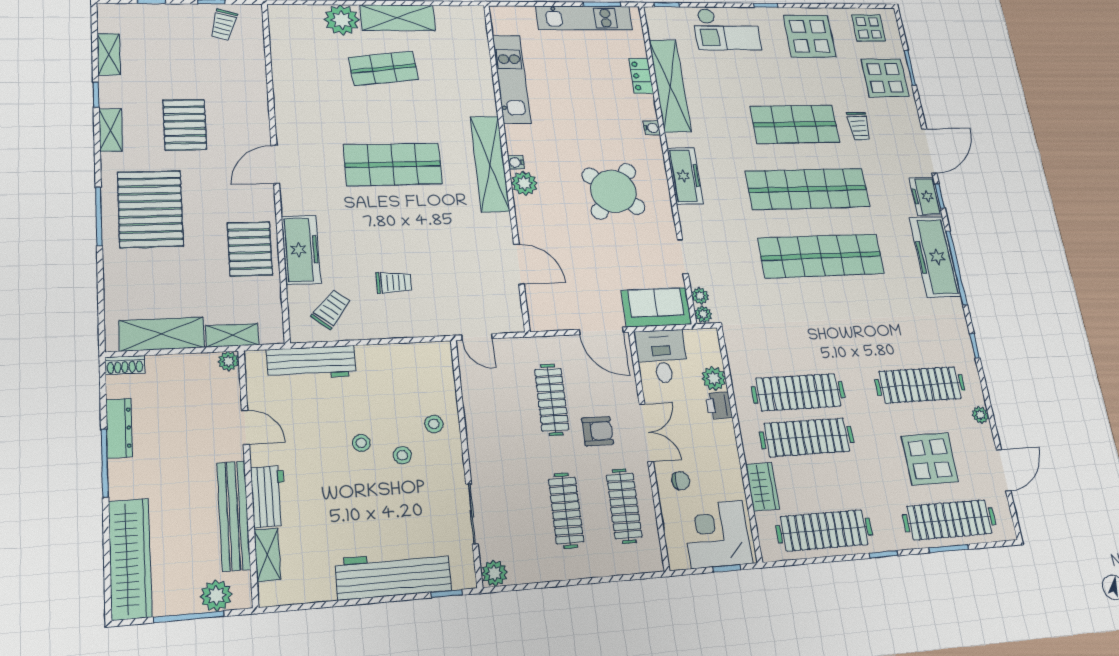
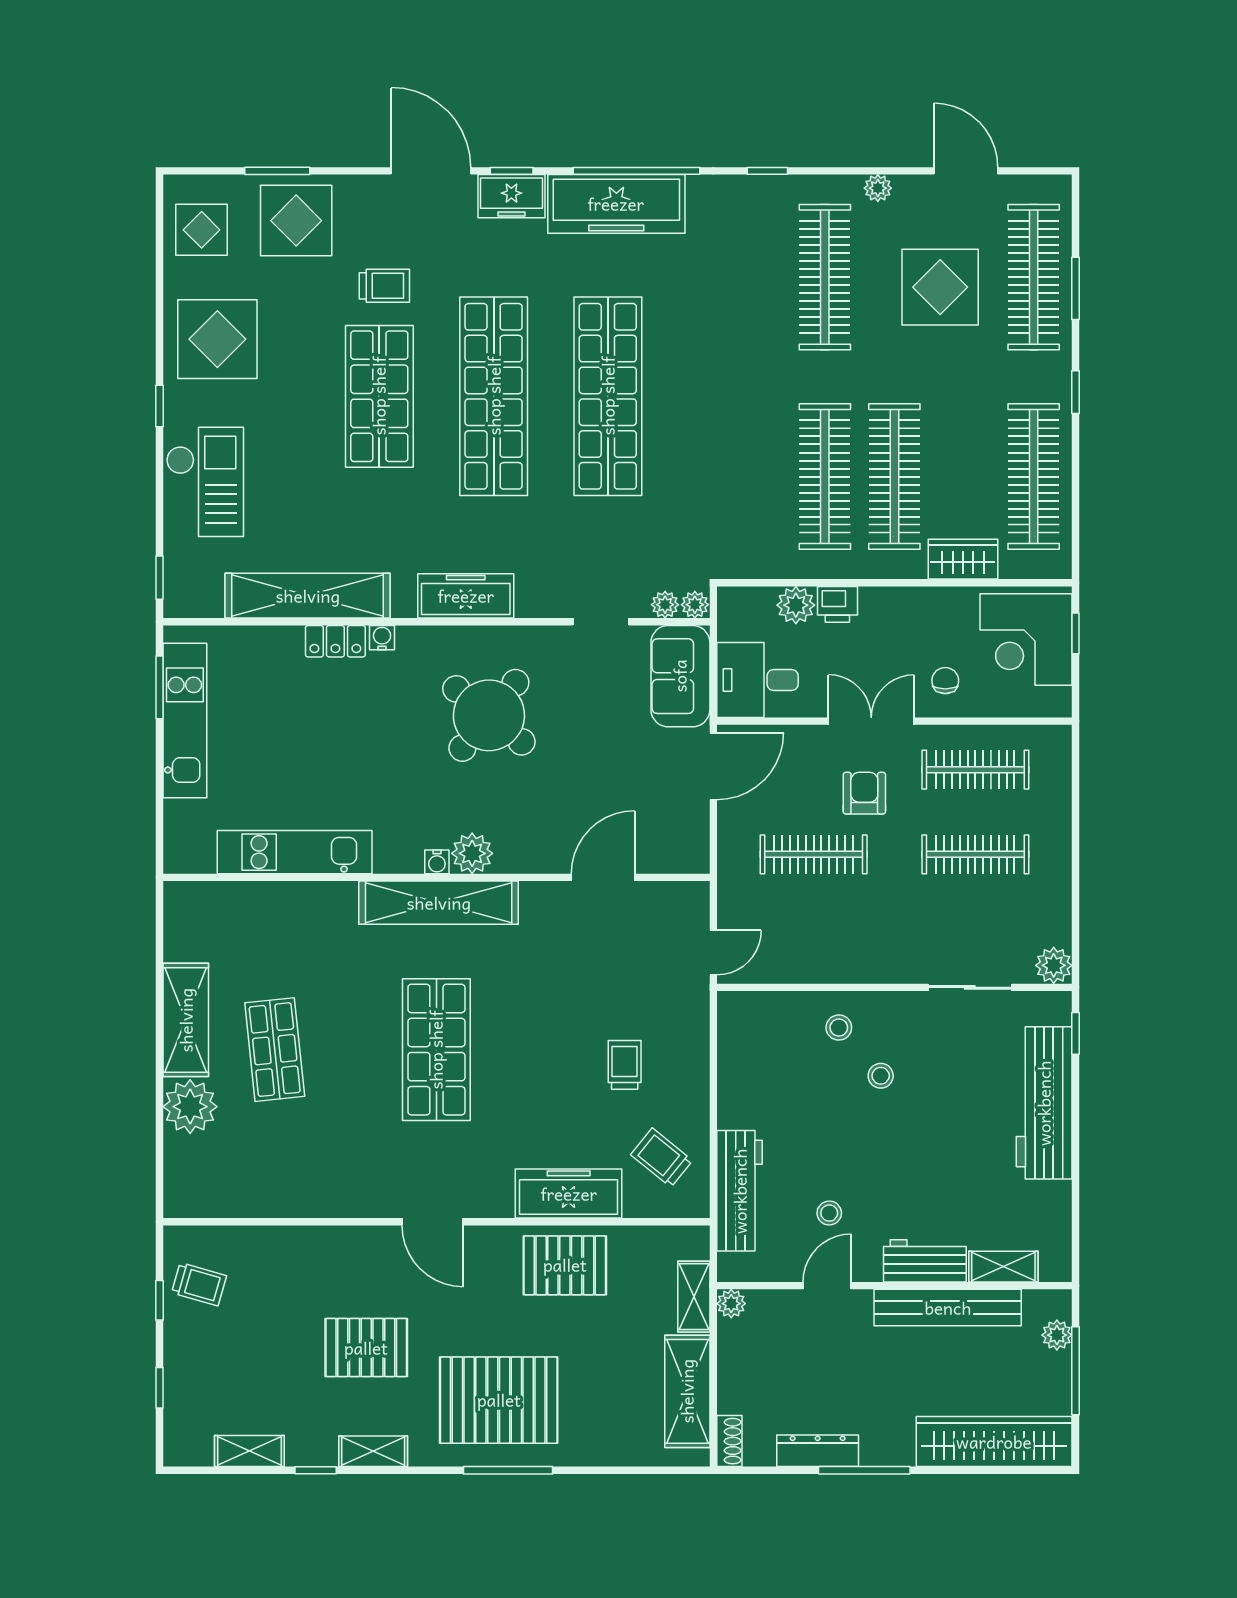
locker: (641, 76) -> (335, 641), moved
stool: (361, 443) -> (829, 1213), moved
plant: (216, 596) -> (1057, 1335), width x0.73, depth x0.73

